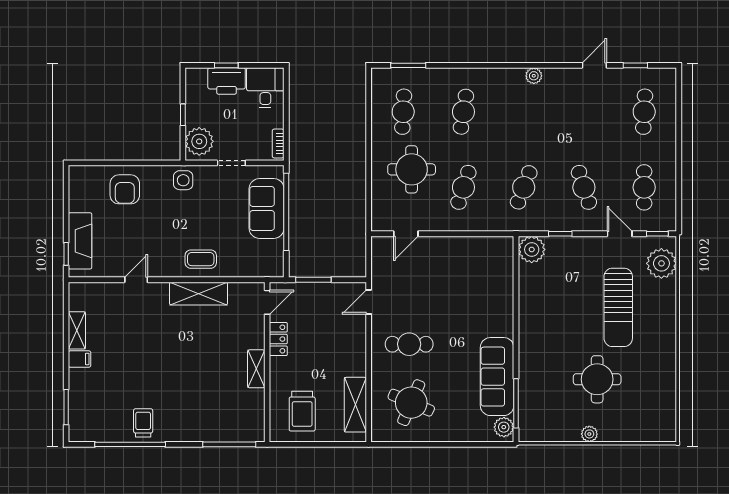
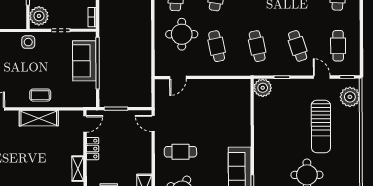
cafe table: (463, 187) -> (217, 46), turned -30
cafe table: (524, 187) -> (257, 46), turned -33
door: (369, 302) -> (153, 123), hinge flipped

